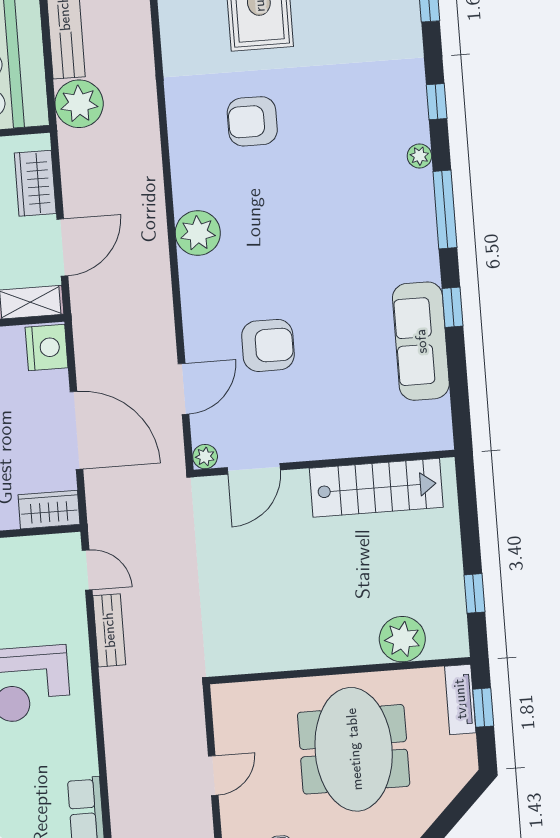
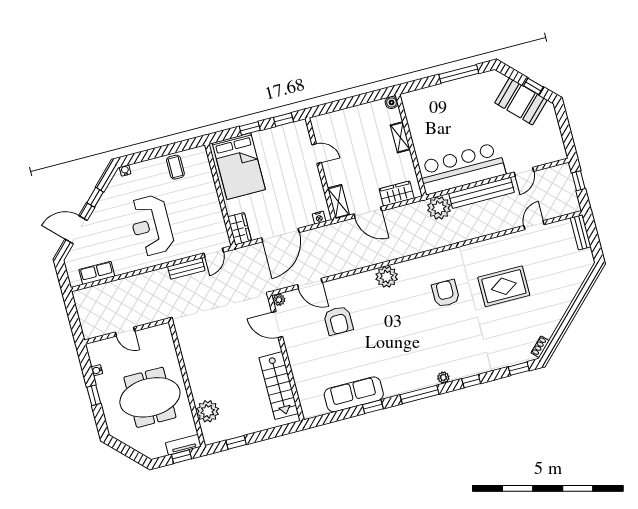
nightstand: (47, 347) -> (319, 218), width x0.53, depth x0.56

